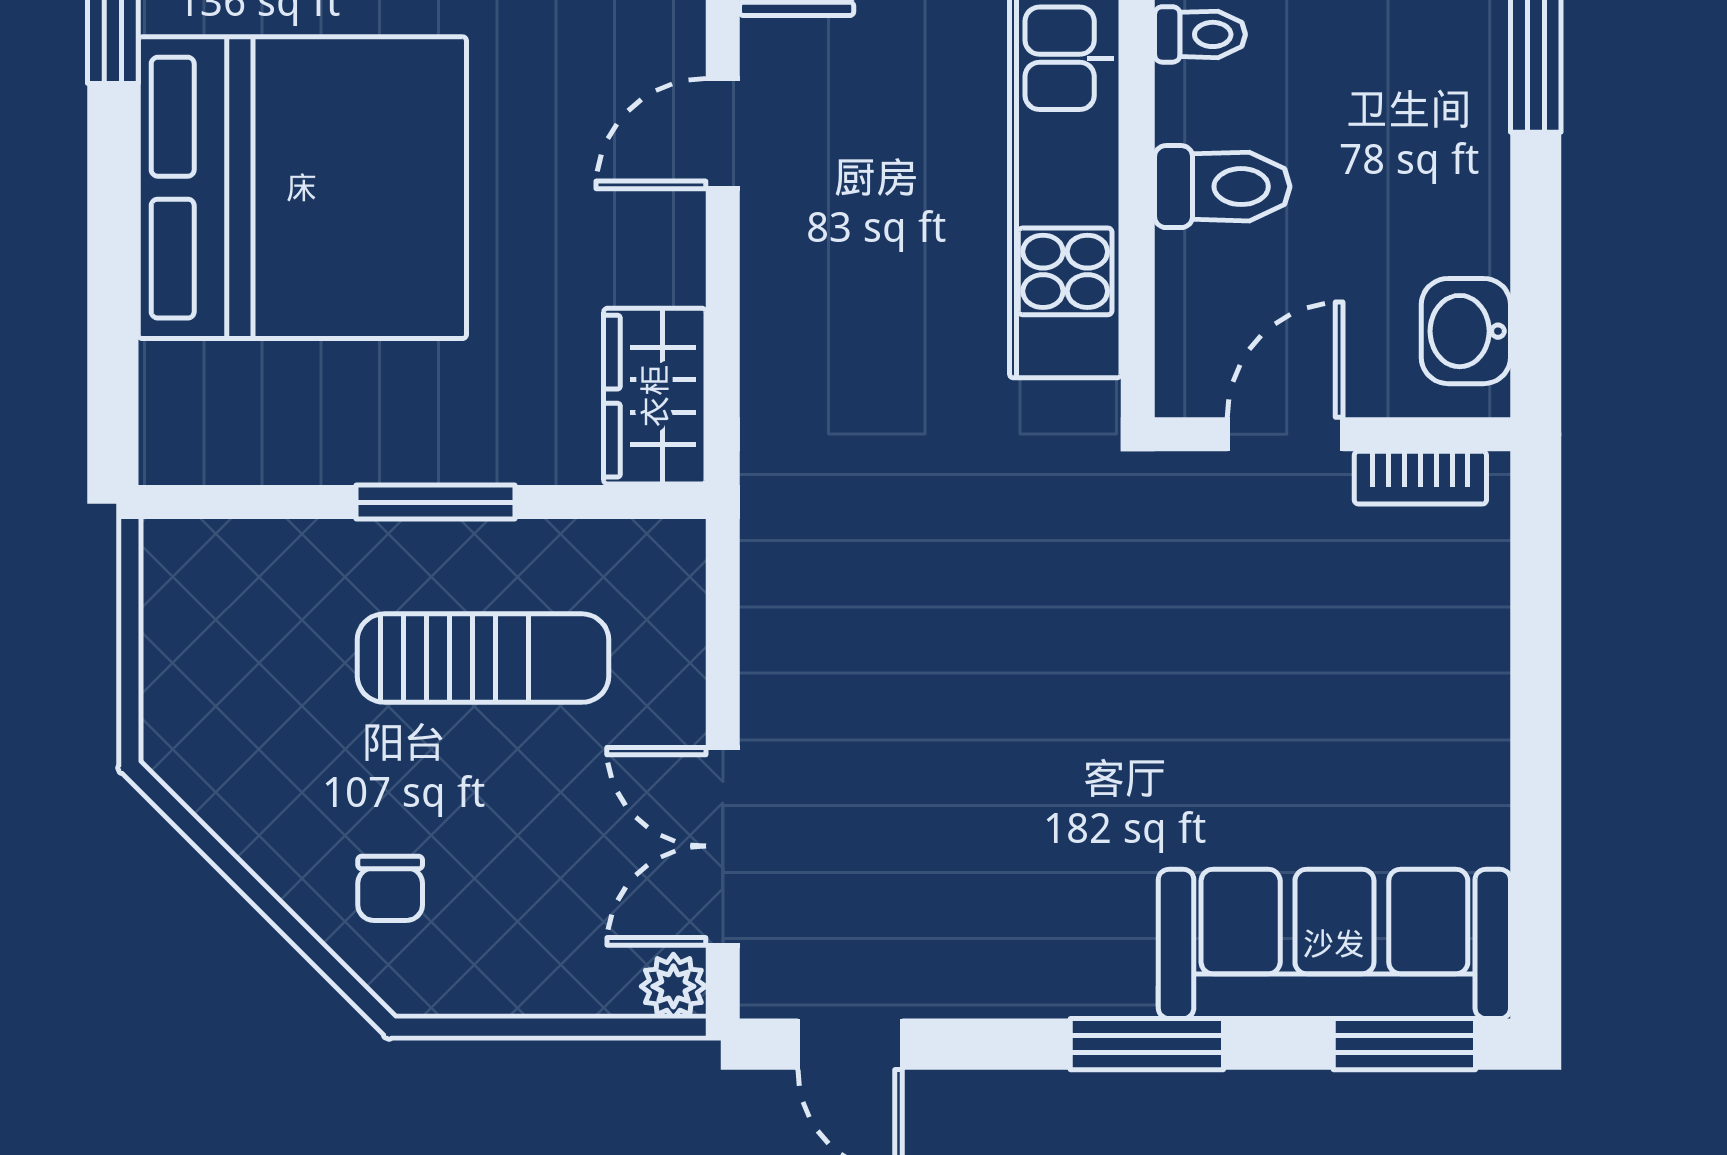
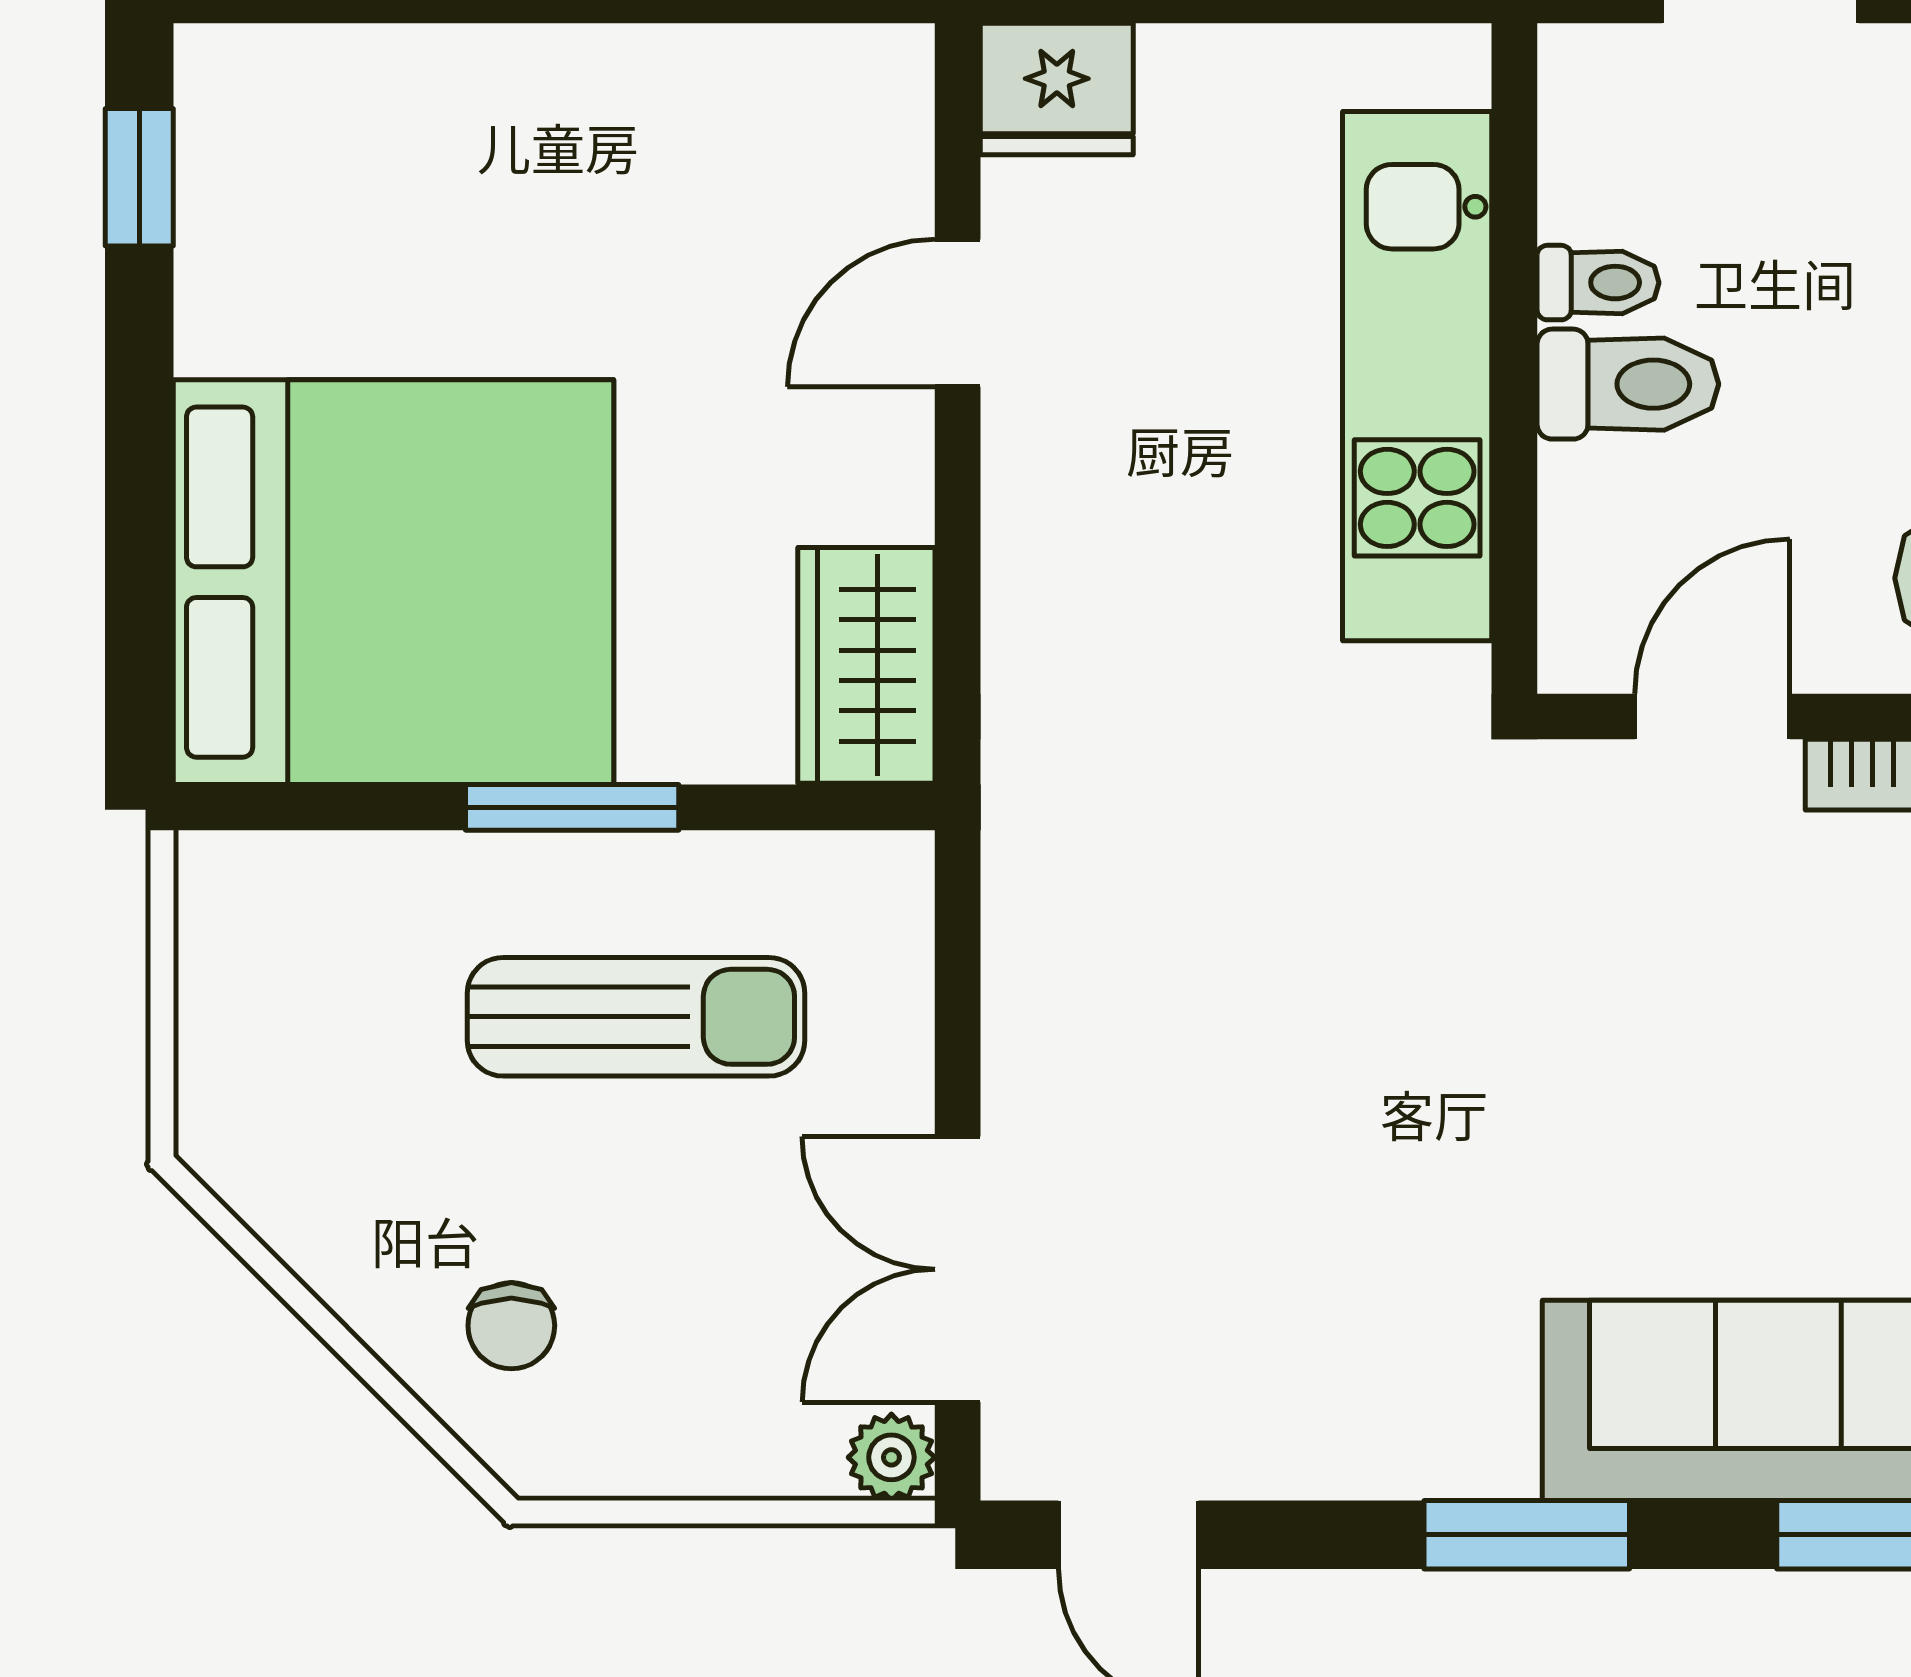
toilet: (1200, 34) -> (1598, 283), moved
bed: (302, 188) -> (393, 582), moved

